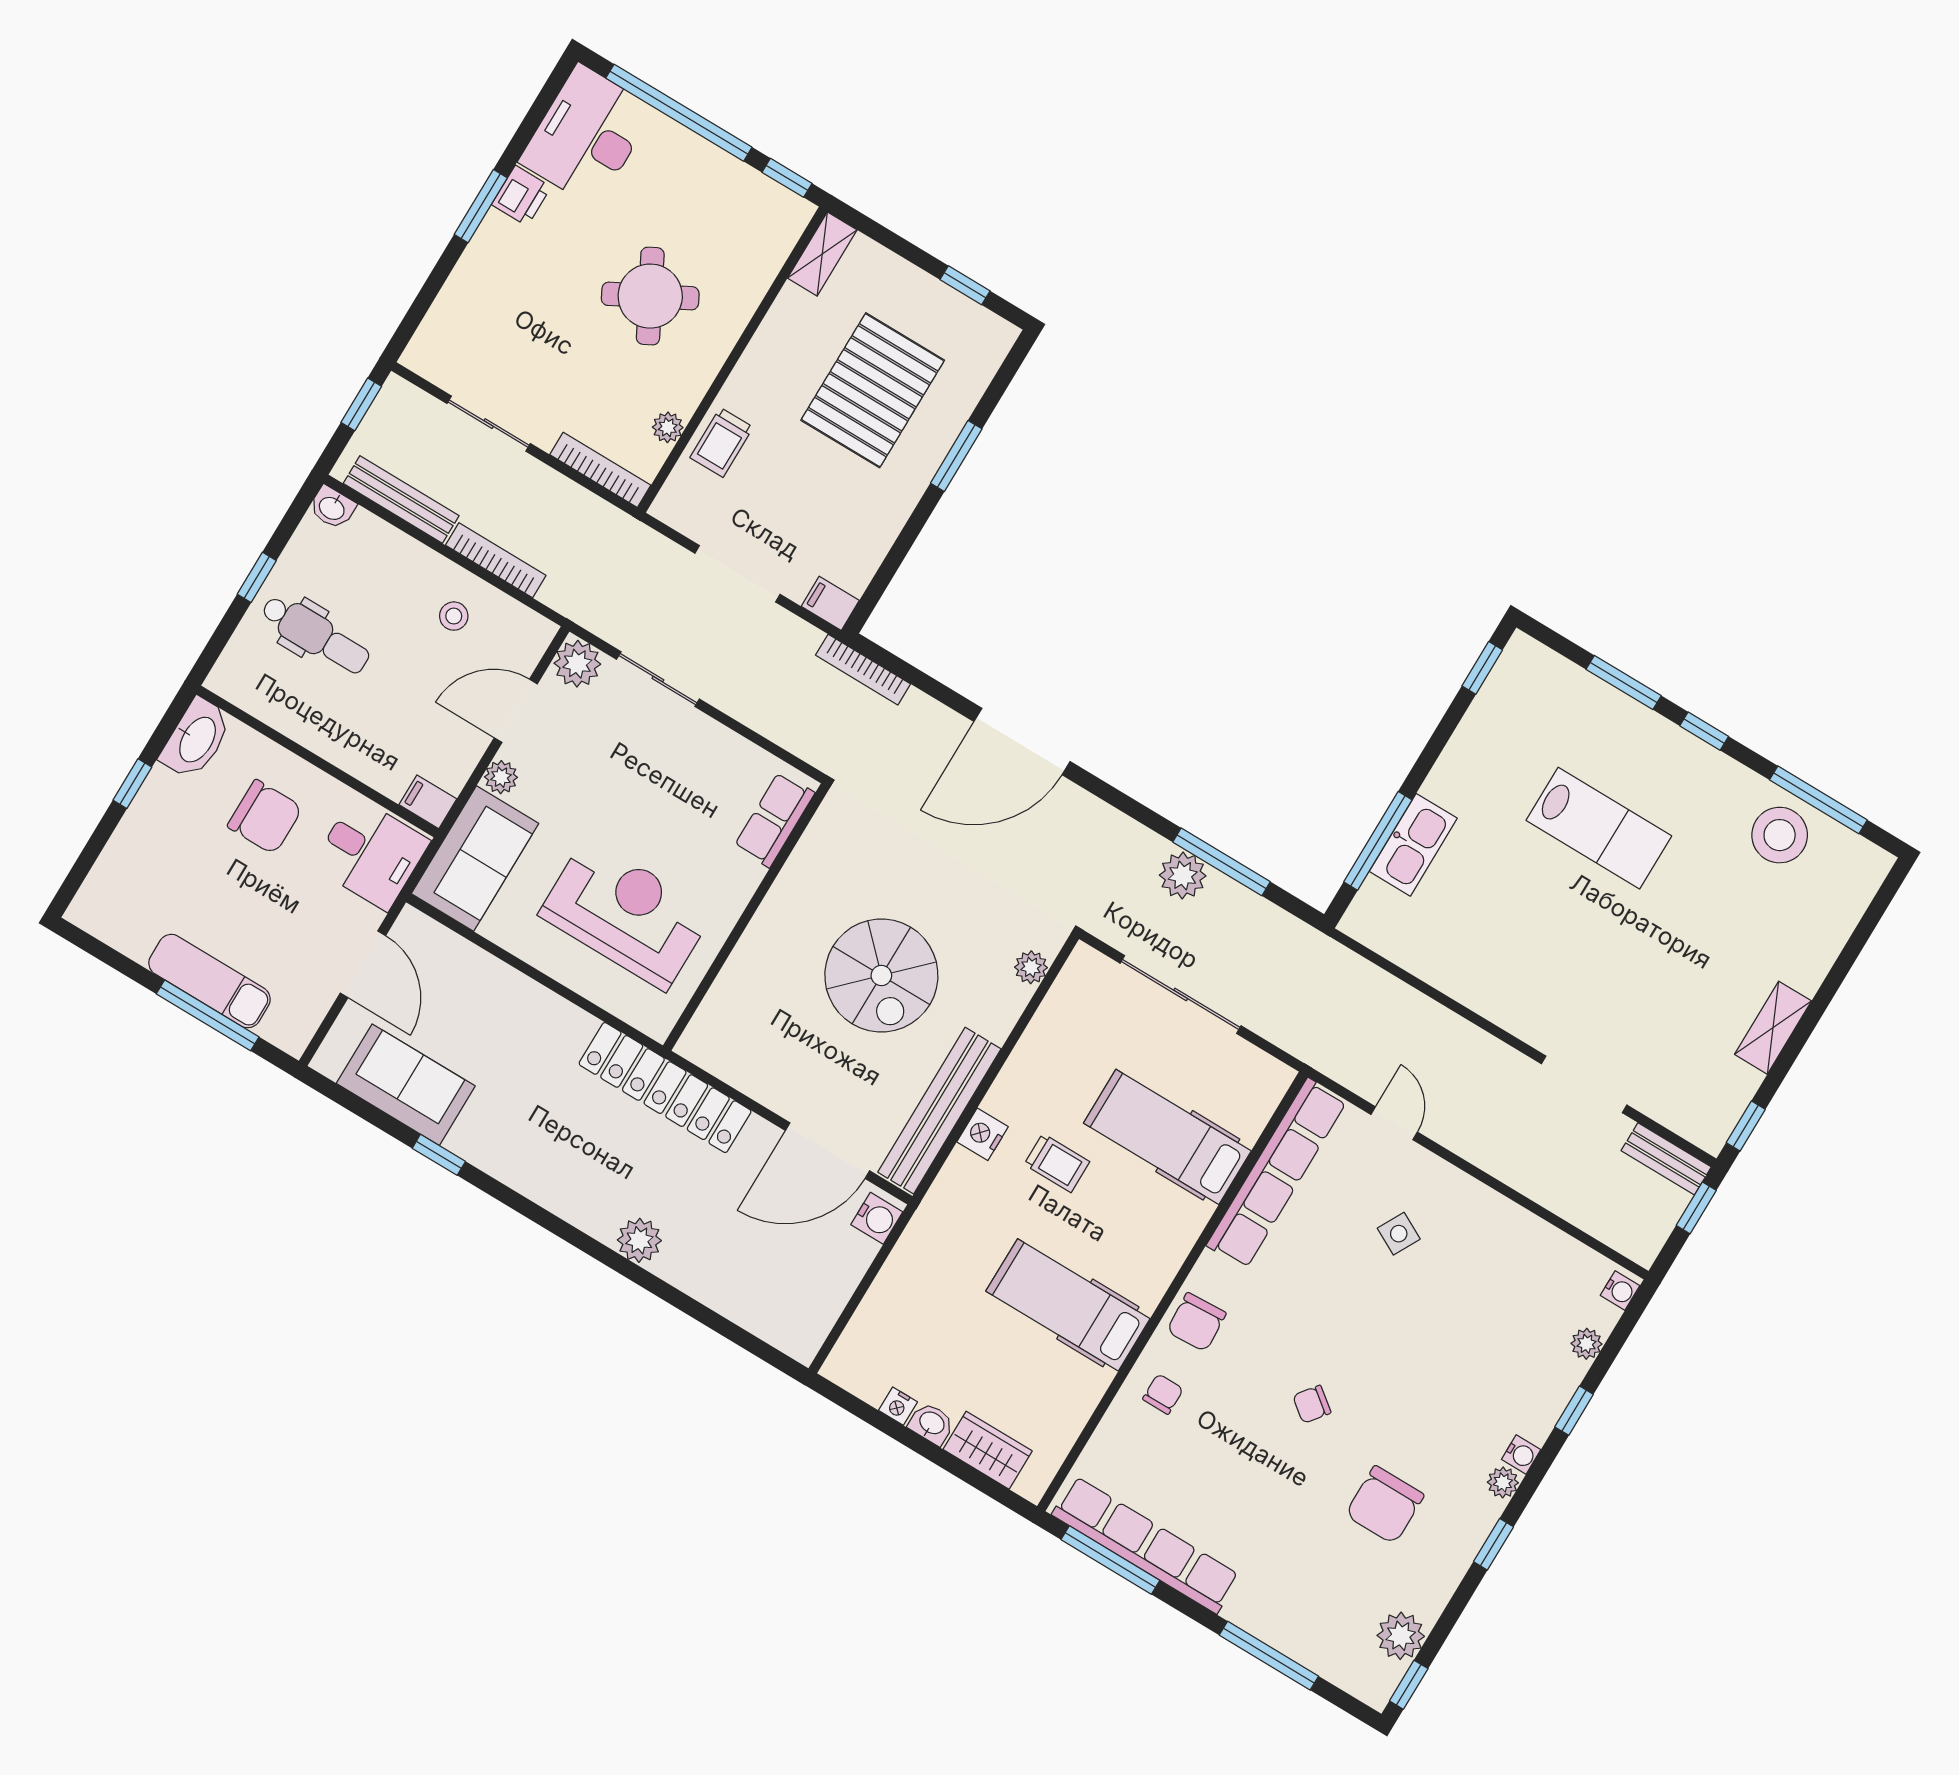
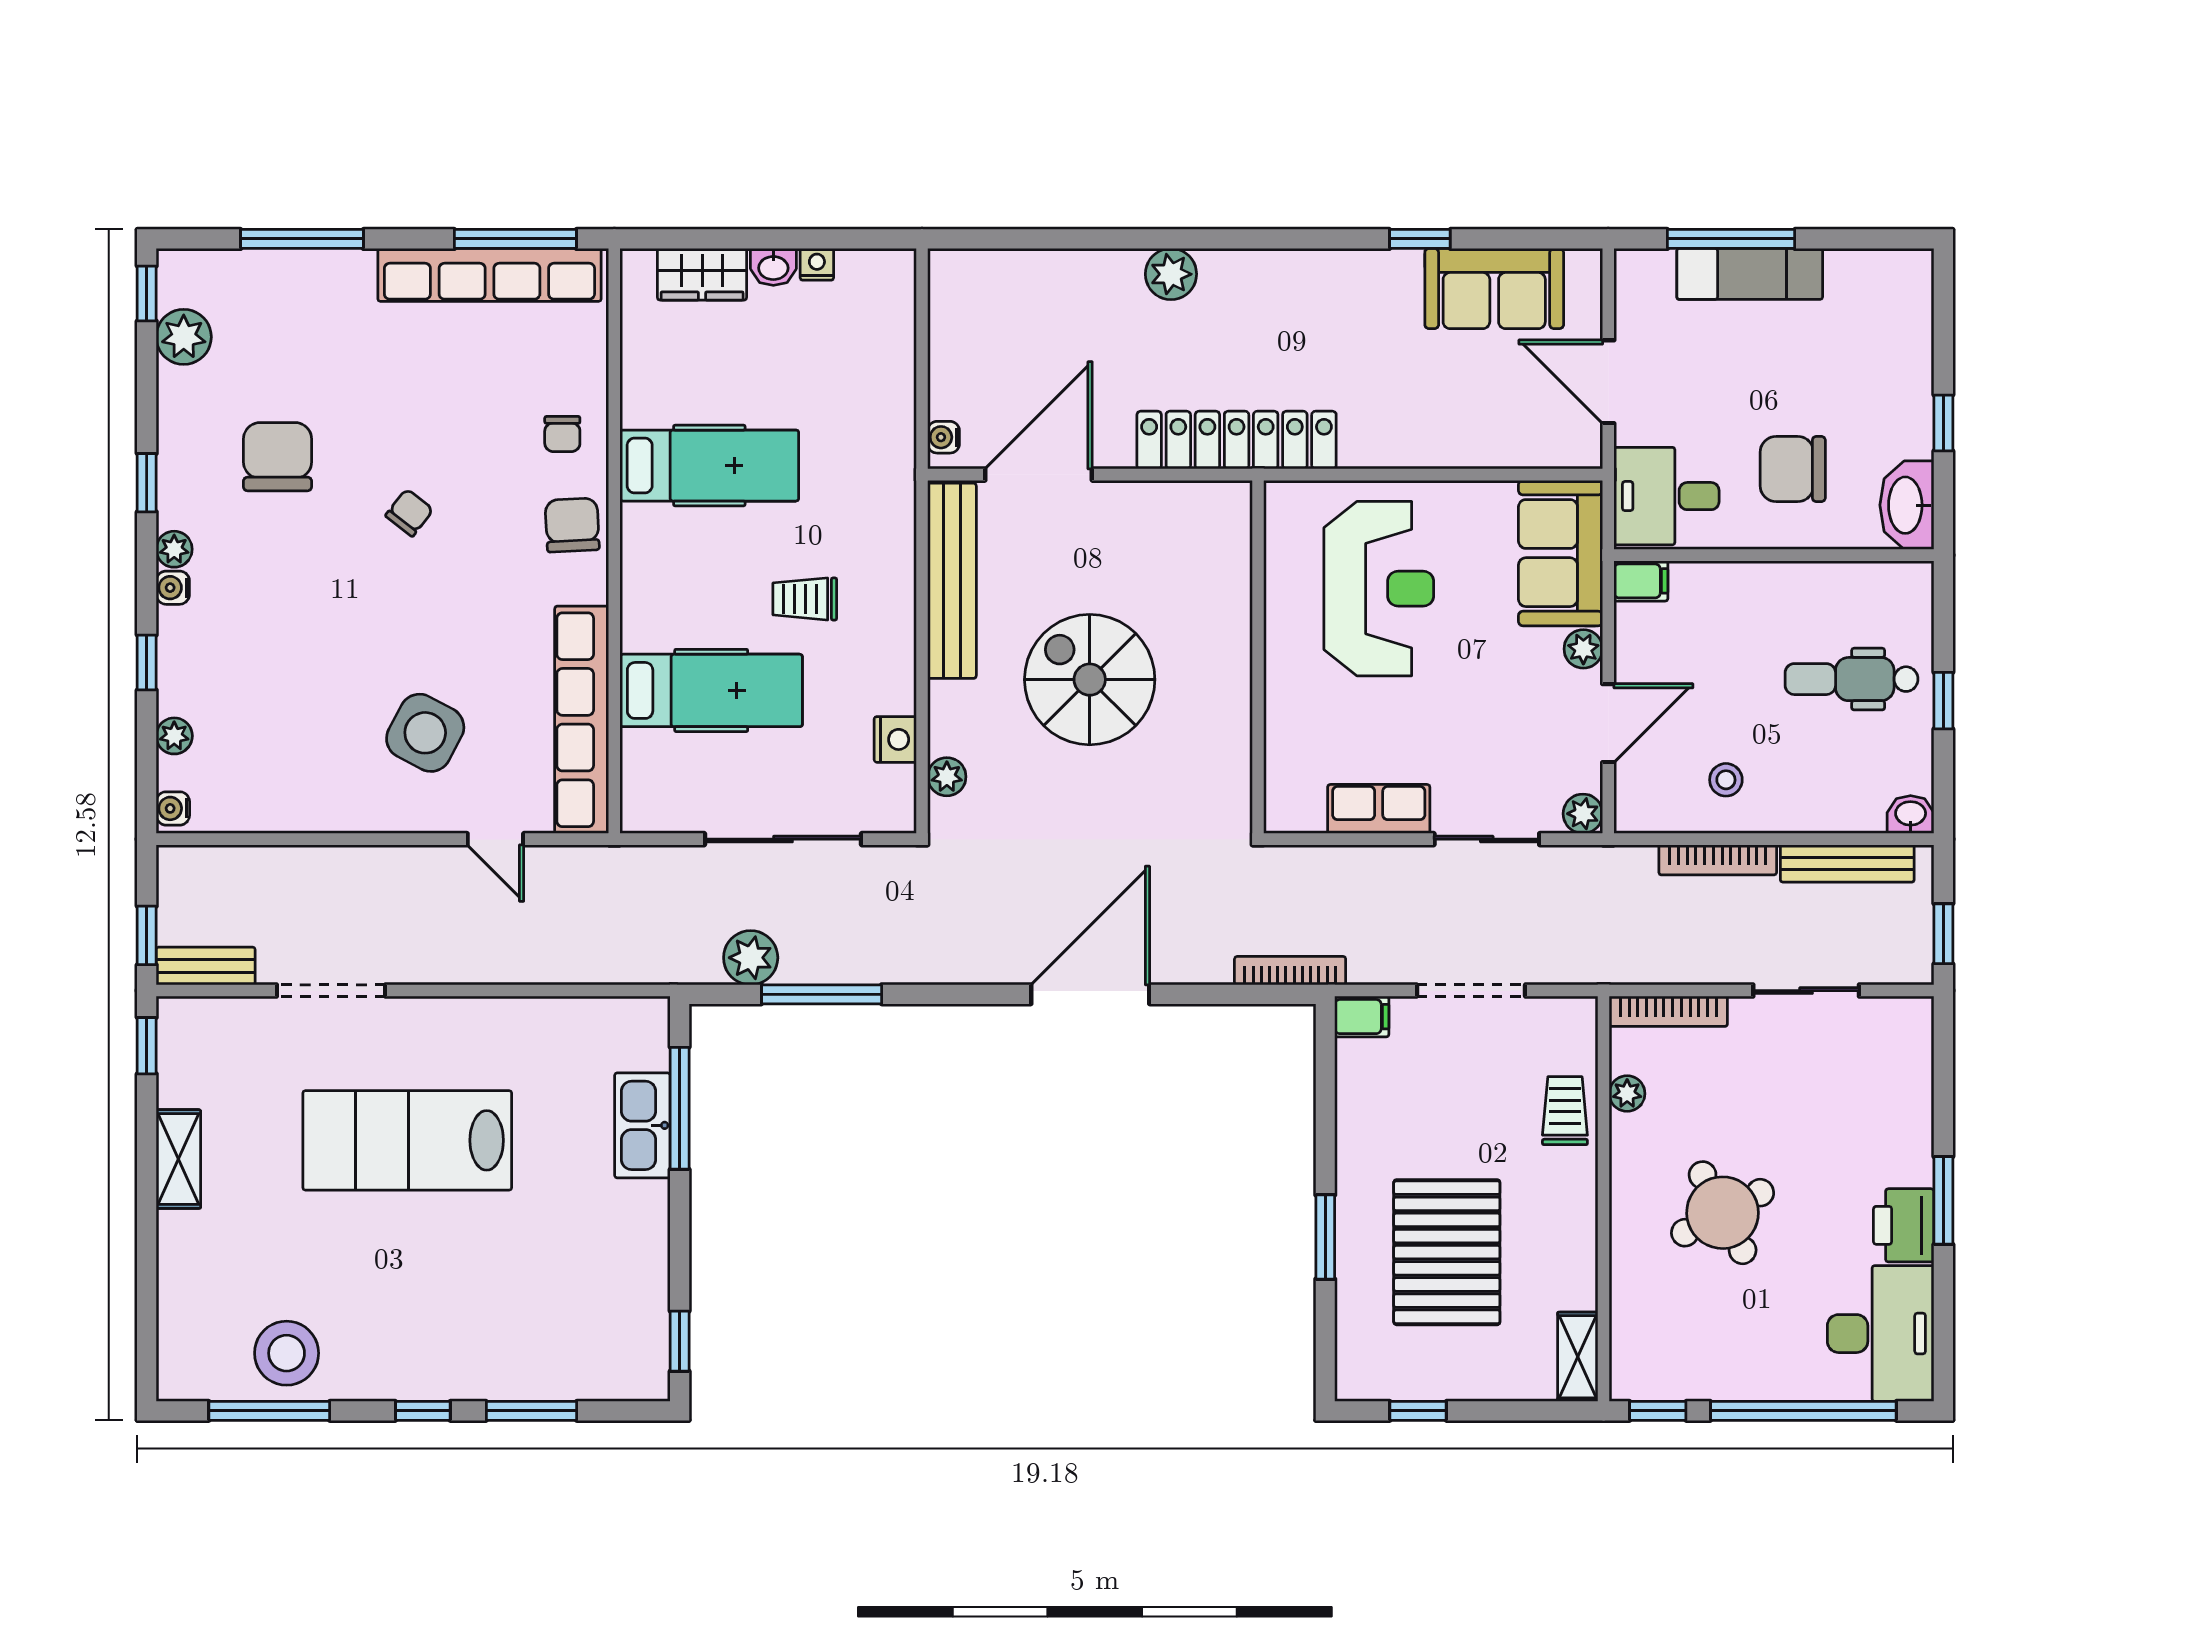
printer: (521, 196) -> (1904, 1225), width x1.36, depth x1.24
plant: (577, 664) -> (1583, 814), width x0.73, depth x0.73
row of seats: (774, 820) -> (1379, 809), moved, turned -90
lab bench: (1599, 828) -> (407, 1140), moved, width x1.36, depth x1.39
plant: (1183, 876) -> (751, 958), moved
reception desk: (626, 914) -> (1379, 589), turned -90
nightstand: (983, 1134) -> (895, 739), moved
water cooler: (877, 1218) -> (944, 437), width x0.72, depth x0.72
side table: (1399, 1234) -> (425, 733), width x1.87, depth x1.87

